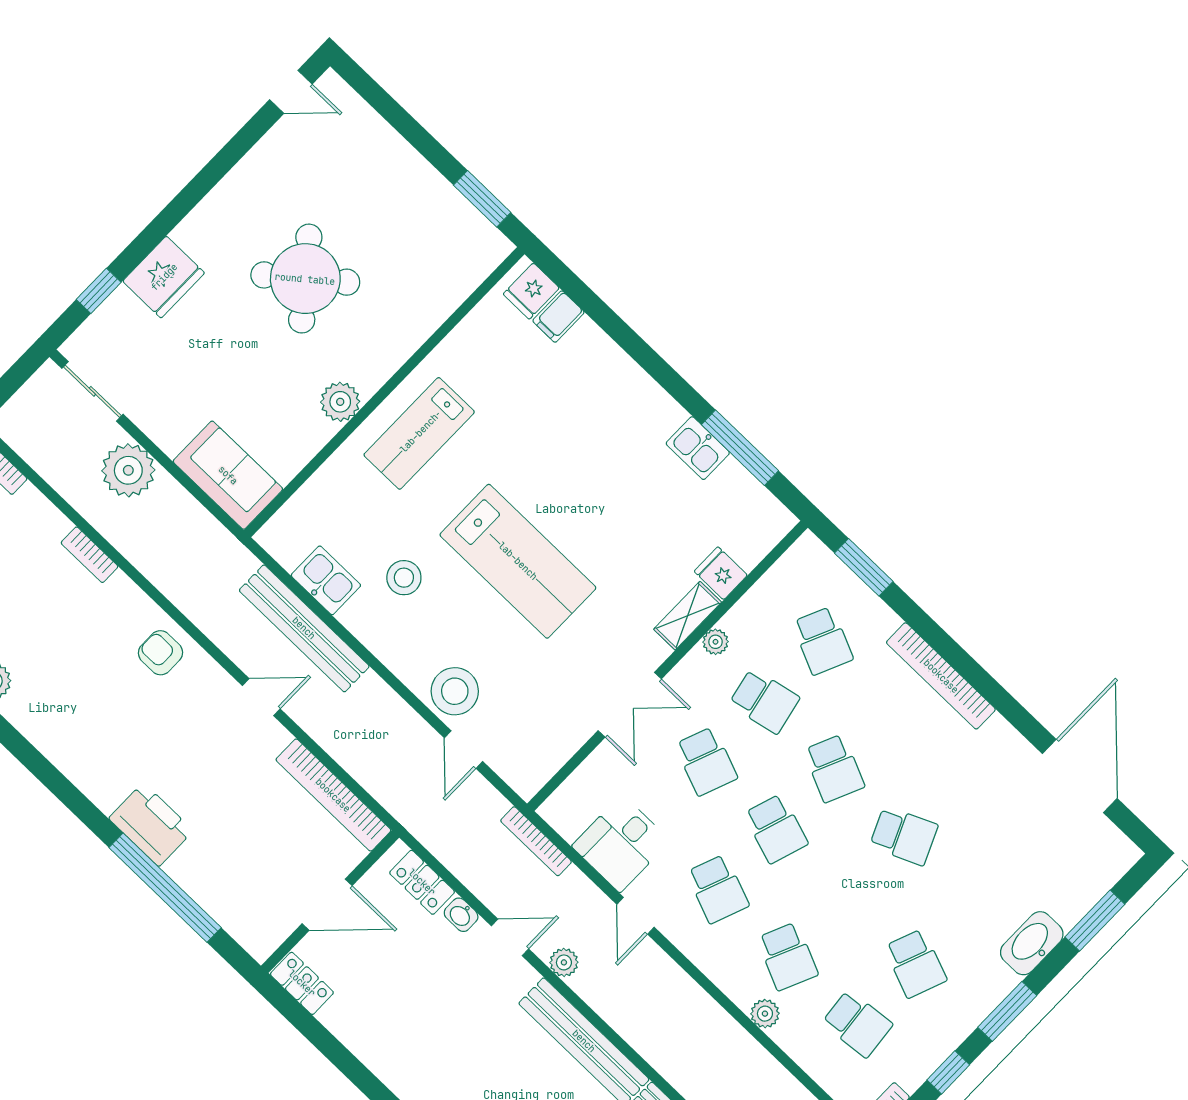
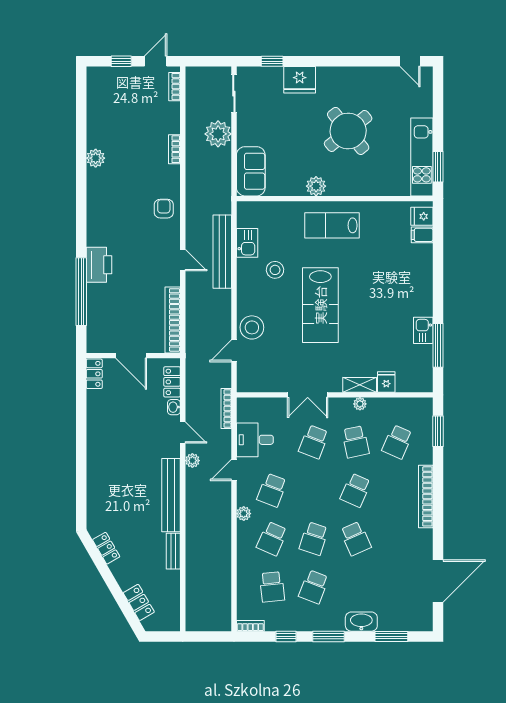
kitchen unit: (445, 208) -> (422, 157), added
school desk: (776, 829) -> (314, 539), moved
plant: (765, 1014) -> (244, 514), moved

